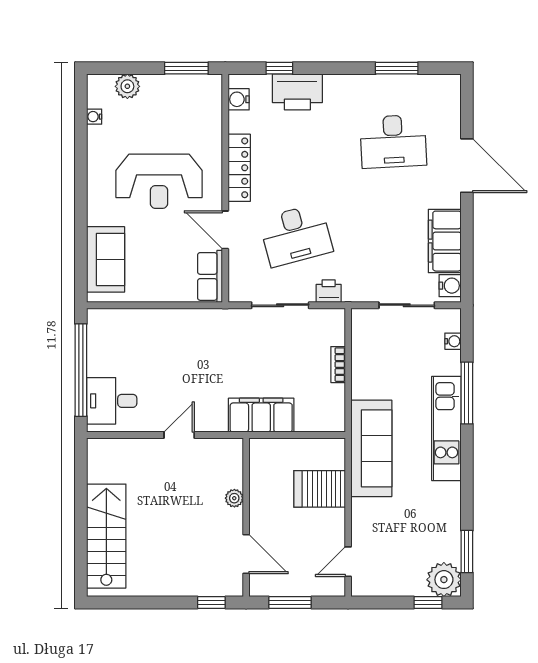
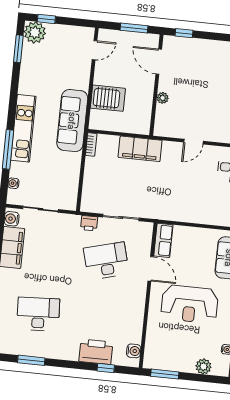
locker: (239, 168) -> (138, 307), removed
reception desk: (159, 181) -> (190, 304), turned 180
bookcase: (338, 365) -> (91, 144), moved

